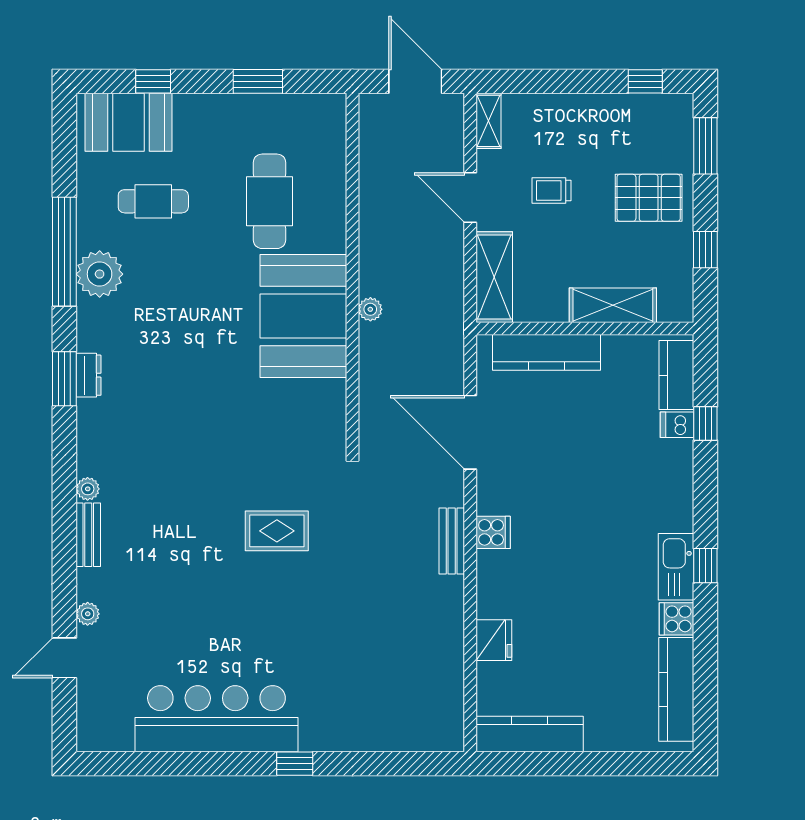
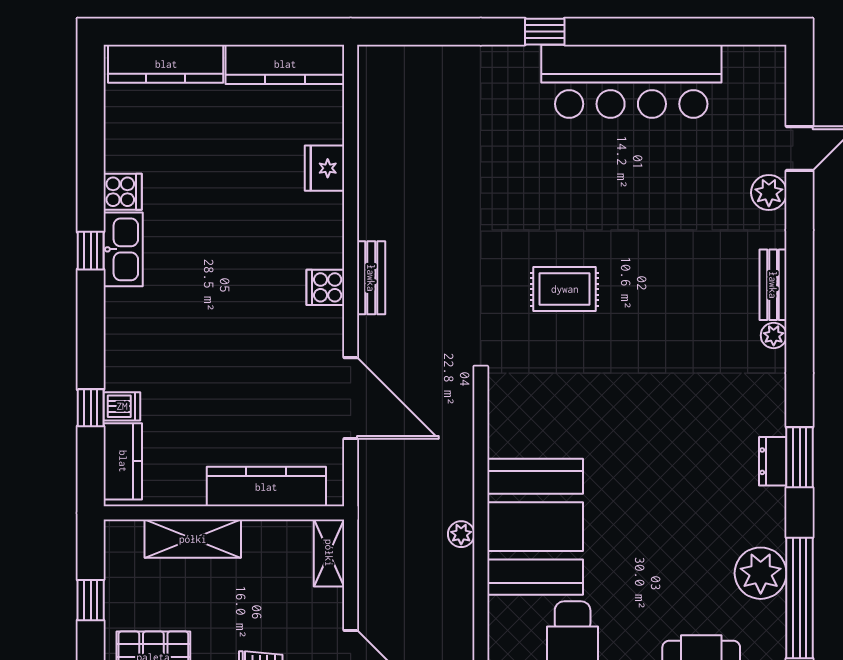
shelving: (494, 277) -> (329, 553), width x0.67, depth x0.75
plant: (88, 614) -> (769, 193), width x1.38, depth x1.38
kitchen counter: (676, 689) -> (166, 64), moved, turned 90

